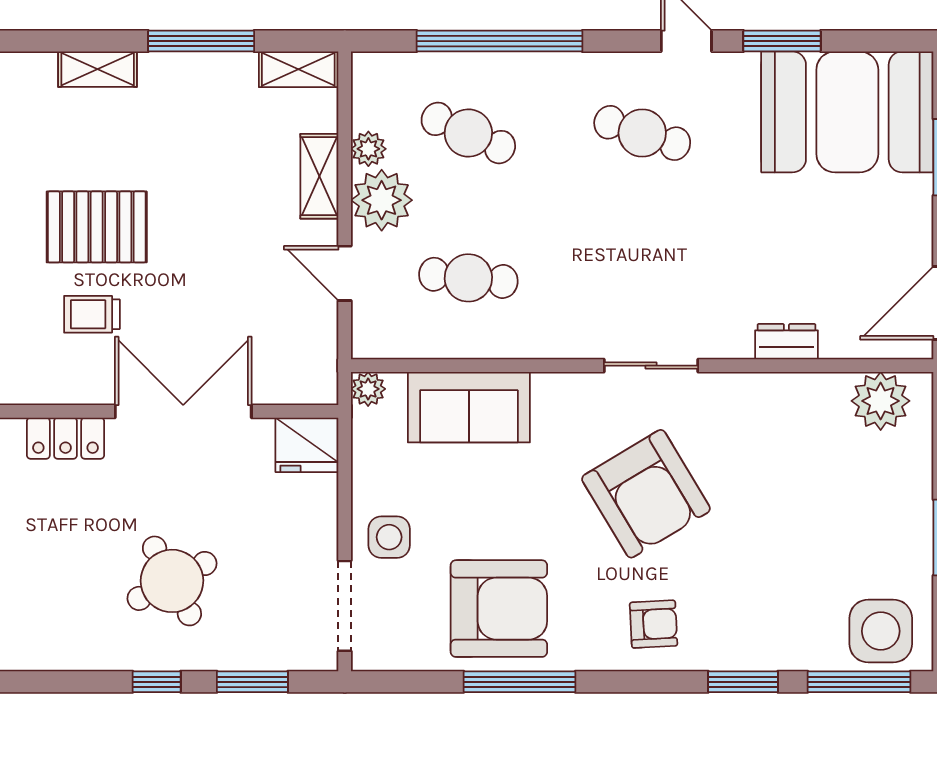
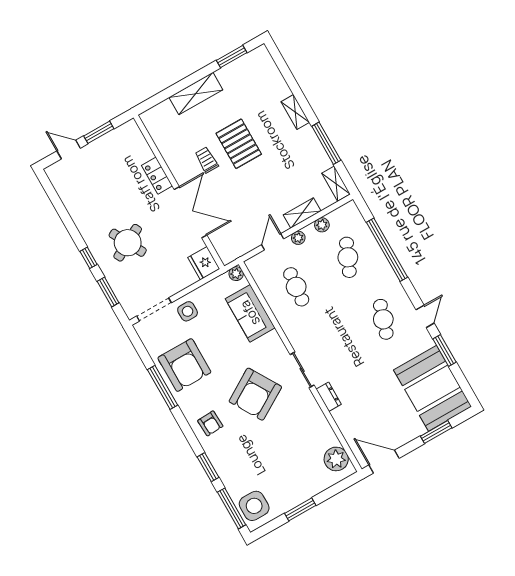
plant: (382, 200) -> (298, 238), width x0.53, depth x0.53
dresser: (786, 342) -> (329, 397), moved

